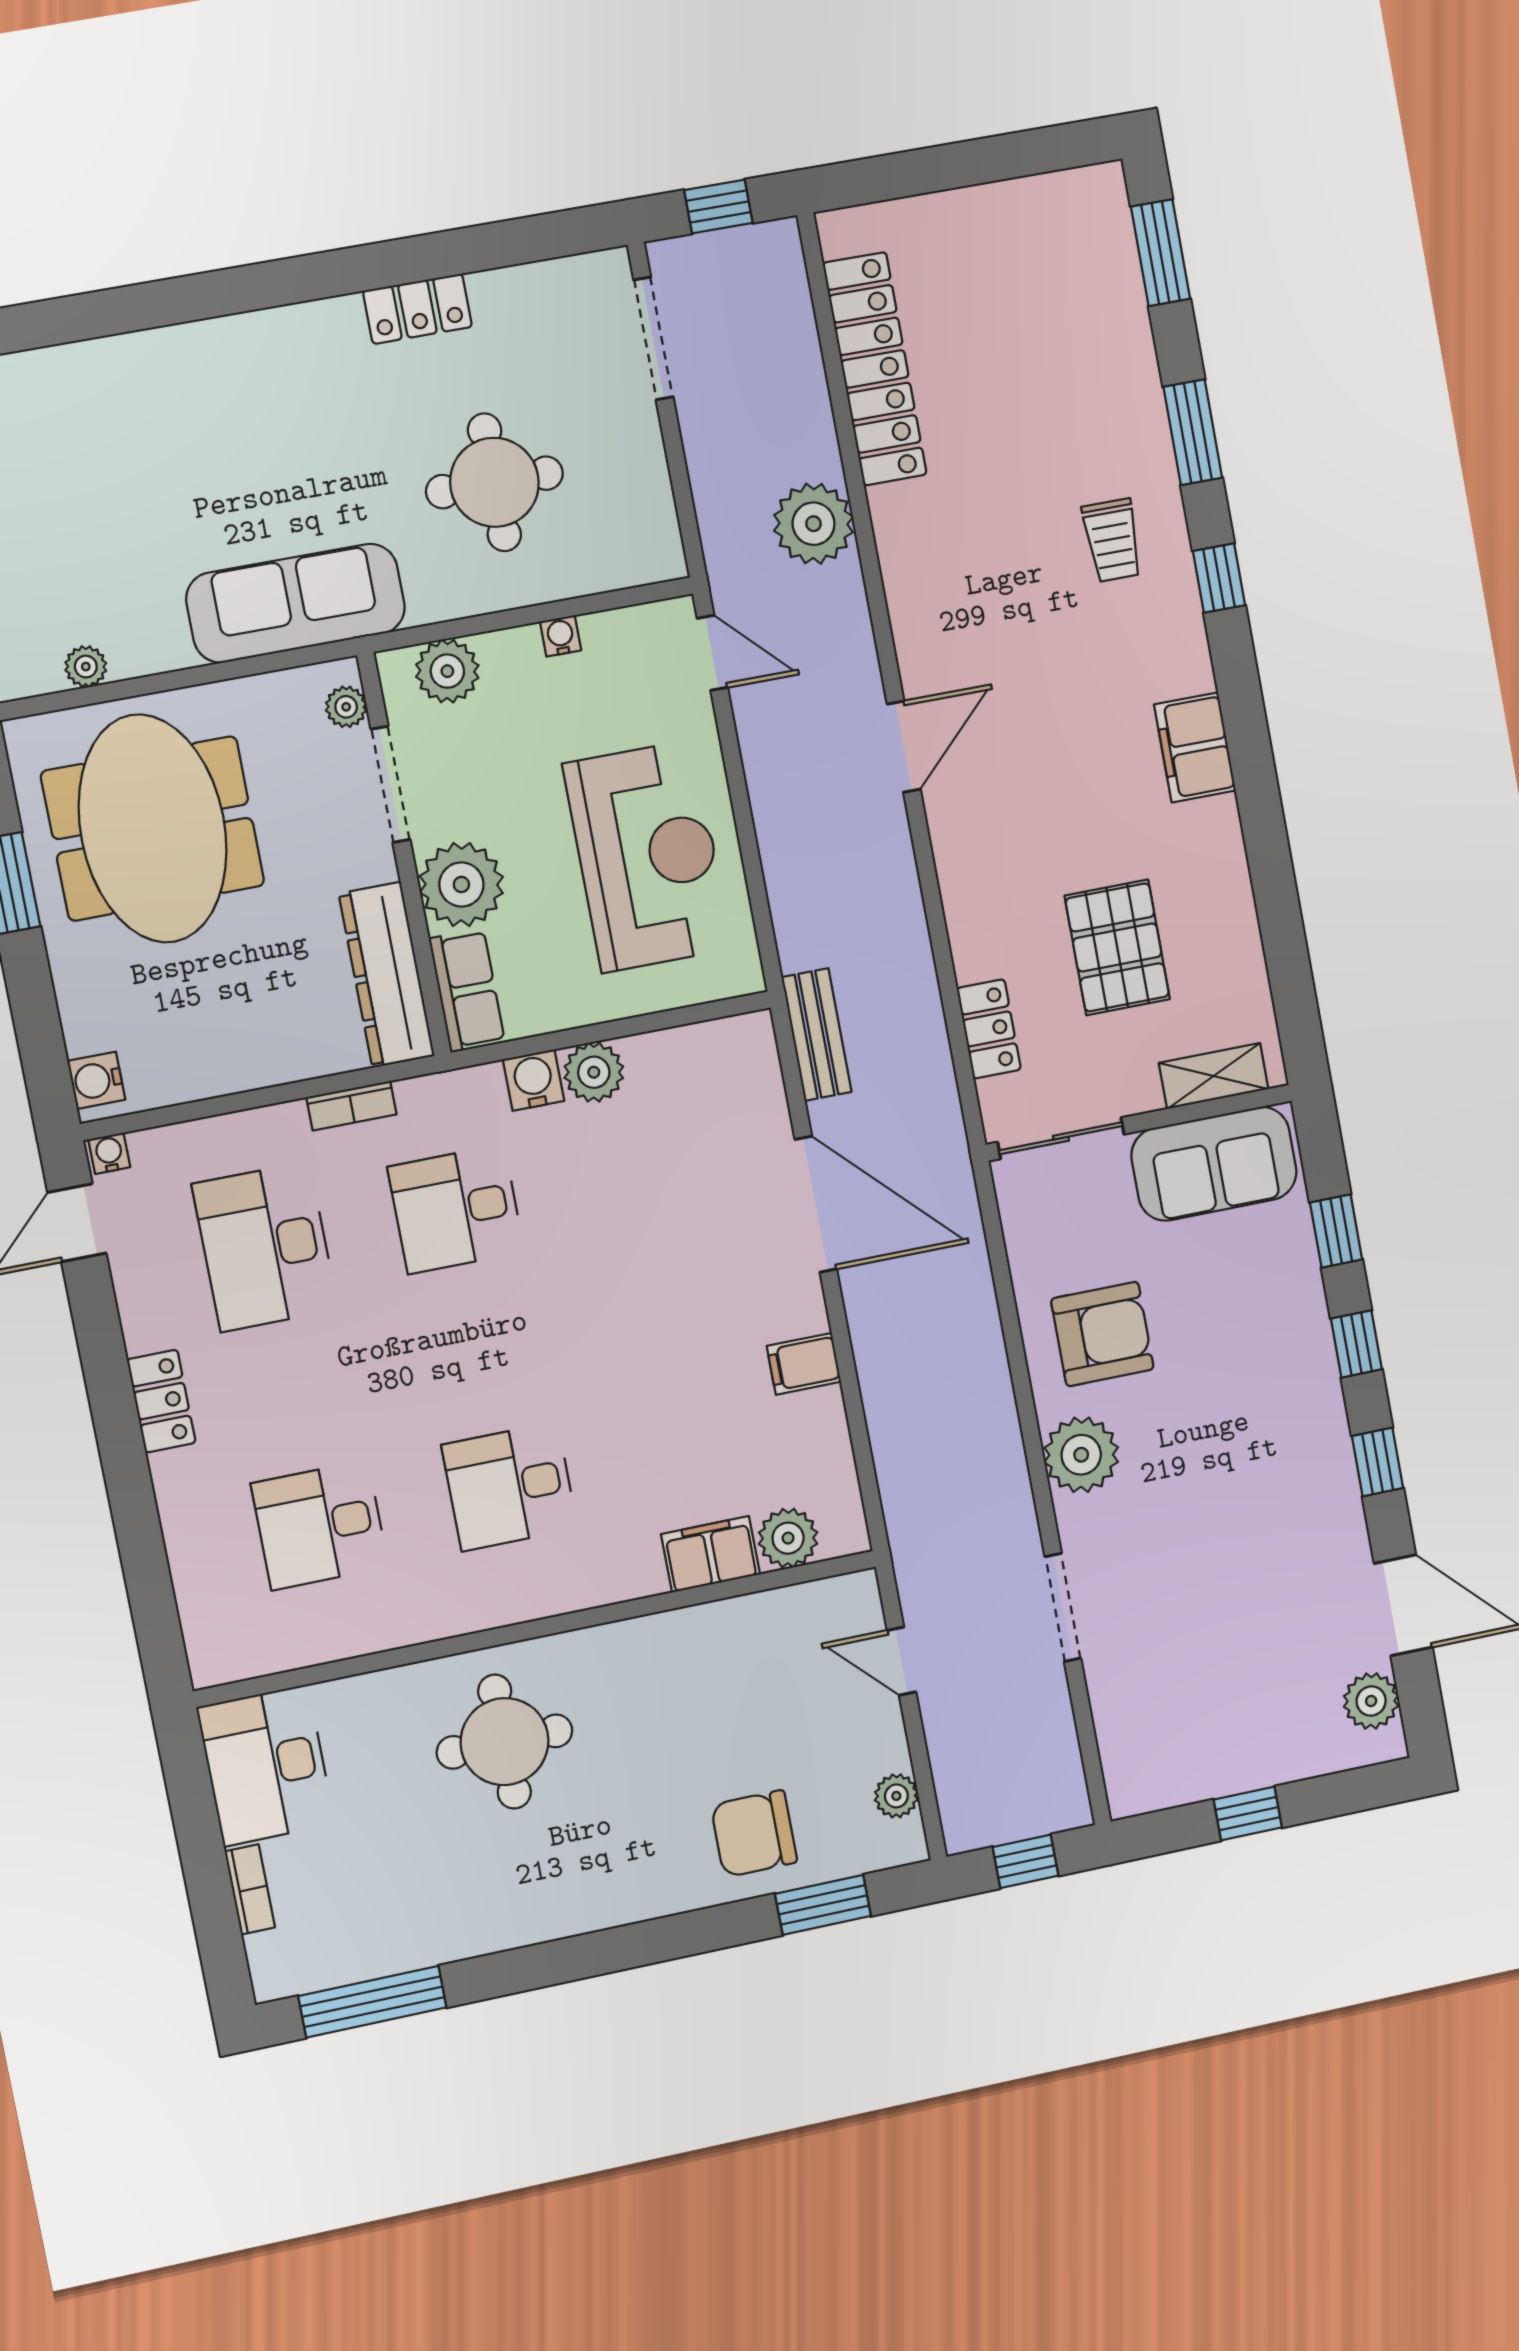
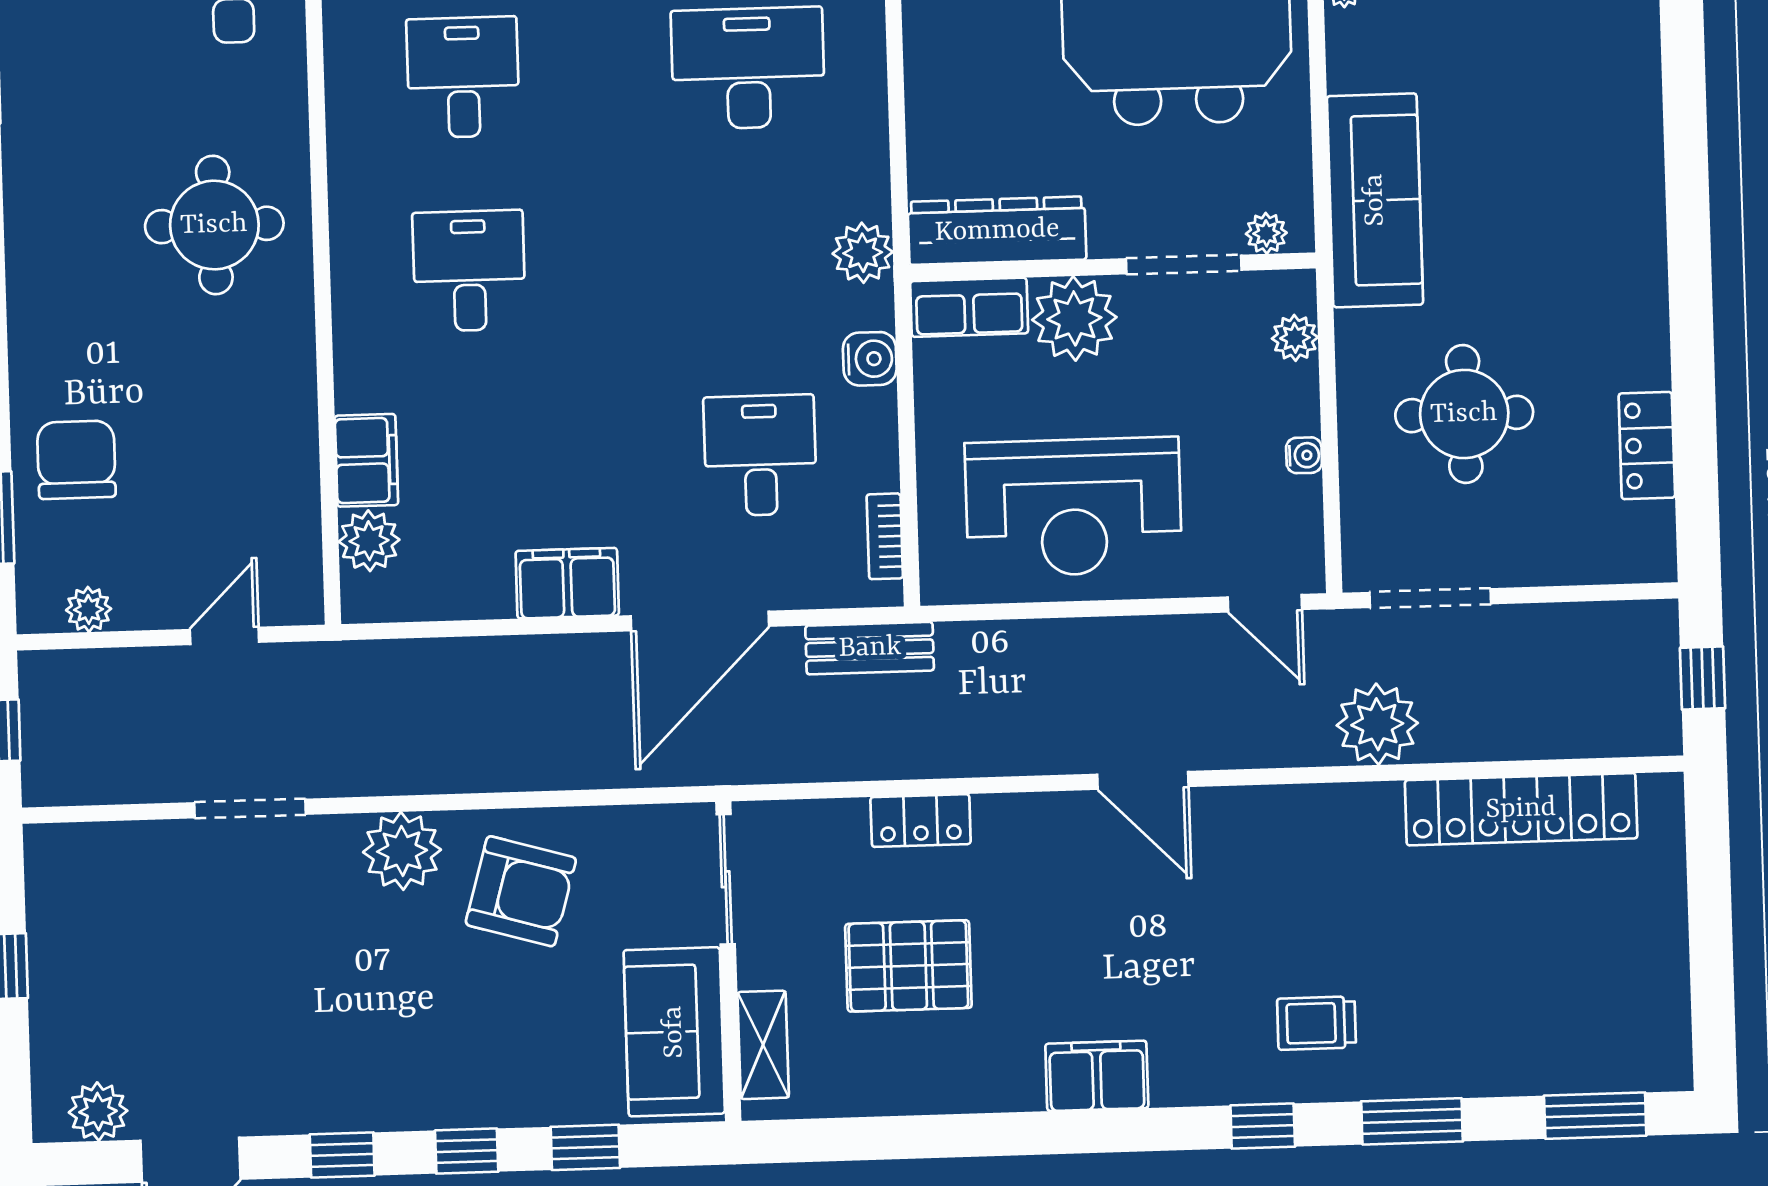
locker: (417, 309) -> (1647, 446), moved
doorway: (653, 338) -> (1430, 598), moved
door: (712, 653) -> (1265, 603), hinge flipped
plant: (447, 671) -> (1295, 338), width x0.73, depth x0.73
locker: (989, 1029) -> (921, 821), moved
plant: (594, 1072) -> (863, 253), moved
bookcase: (351, 1106) -> (885, 536), moved
desk: (456, 1209) -> (760, 455), moved
armchair: (1102, 1334) -> (521, 891), turned -74
filing cabinet: (804, 1364) -> (567, 583), width x2.00

